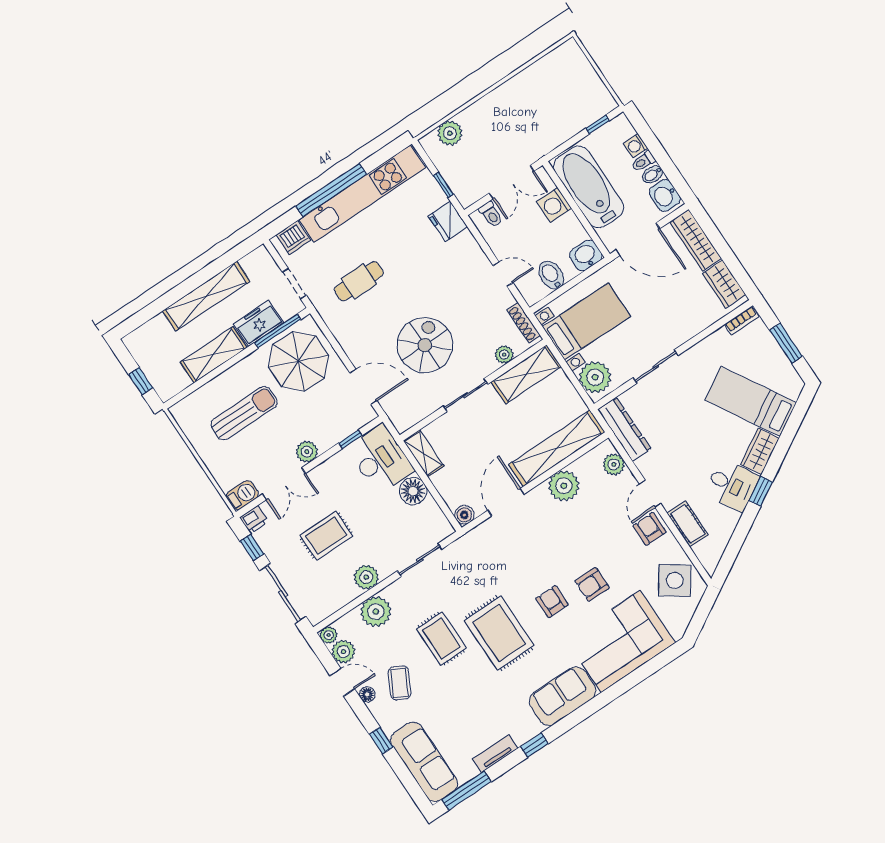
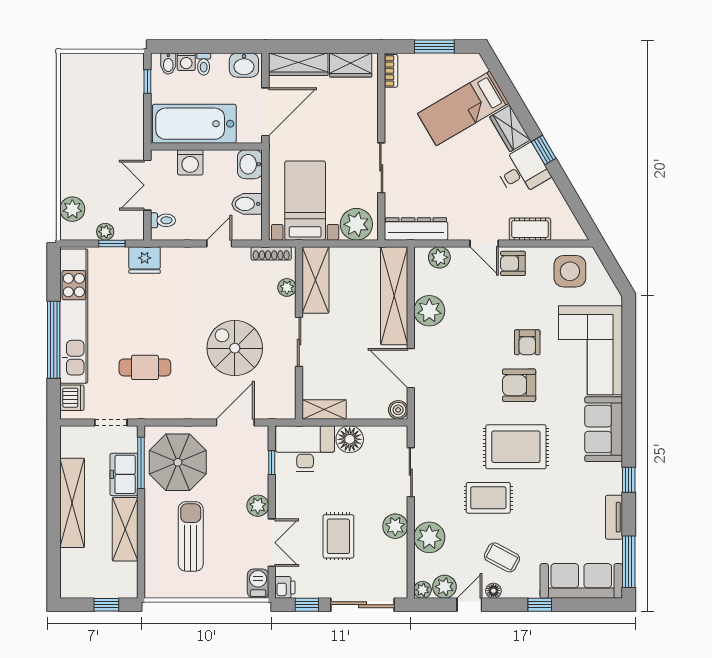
plant: (449, 173) -> (105, 232), added
bidet: (652, 174) -> (168, 64), moved
double door: (512, 182) -> (147, 185), swing flipped
cafe table: (359, 281) -> (145, 367), turned 90
side table: (675, 580) -> (570, 271), turned -35
armchair: (552, 602) -> (519, 385), width x1.38, depth x1.38

